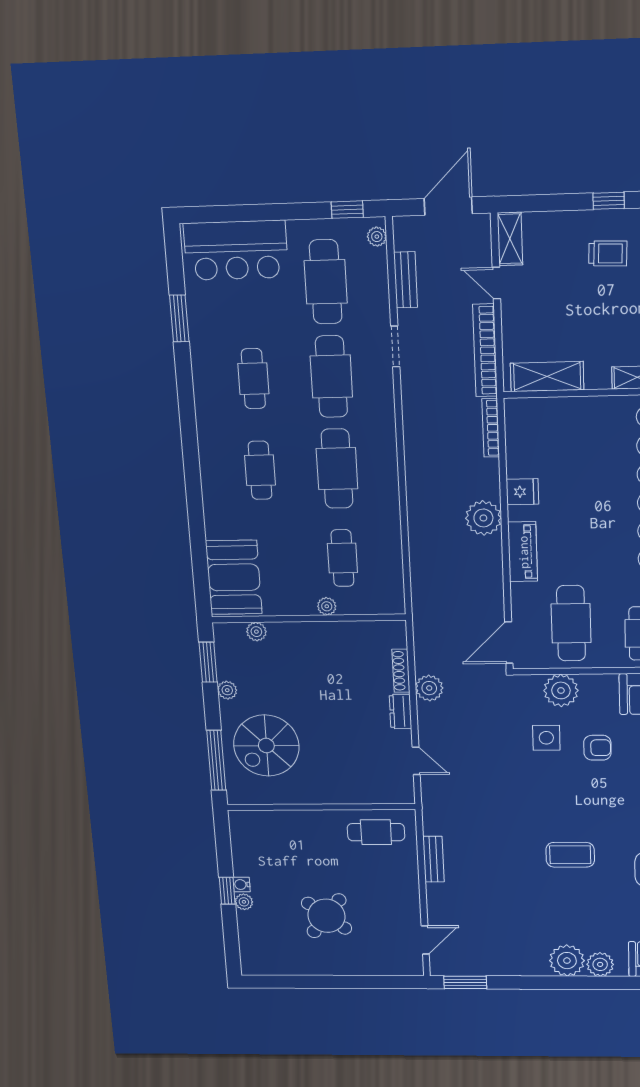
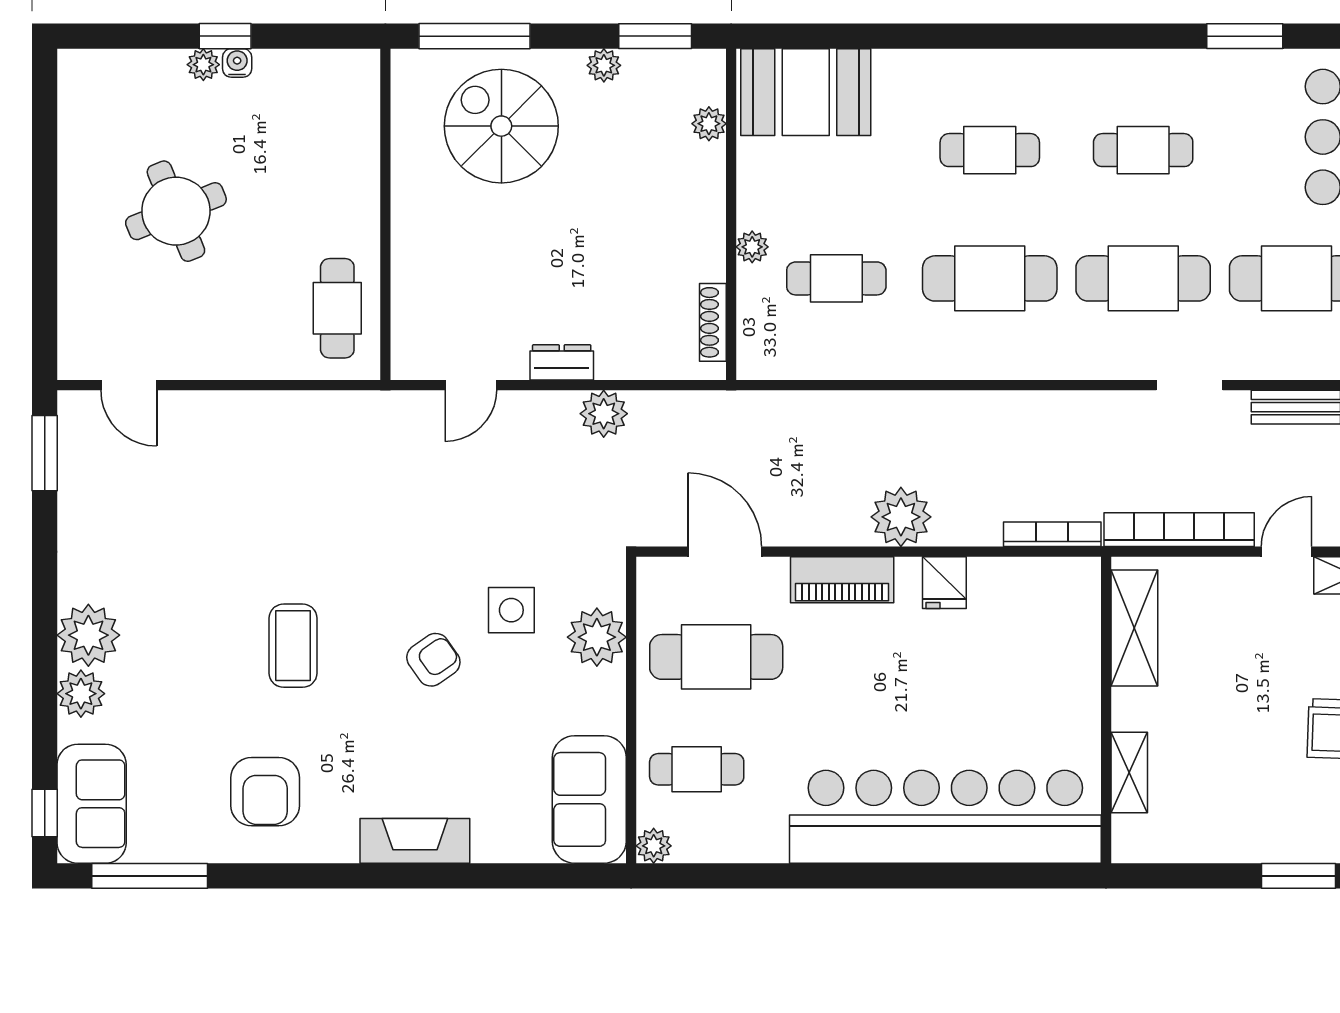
door: (509, 643) -> (725, 552), moved
shoe rack: (401, 671) -> (713, 322), moved, turned -90
armchair: (597, 748) -> (433, 660), moved, turned -125
bench: (433, 859) -> (285, 407), removed
round table: (326, 916) -> (176, 211), turned 30

